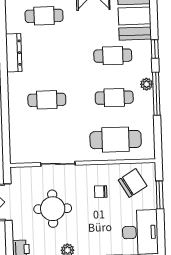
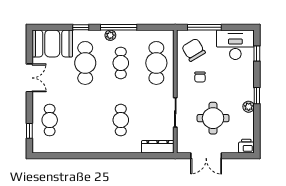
dresser: (14, 53) -> (158, 147), moved
cafe table: (113, 56) -> (85, 63), width x1.37, depth x1.35
window: (160, 195) -> (204, 27), width x1.44

